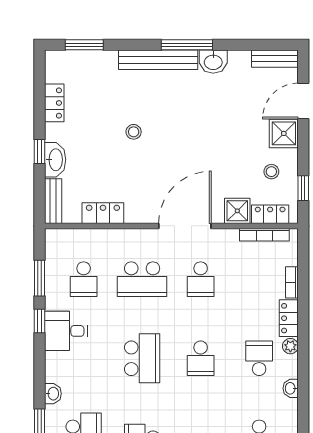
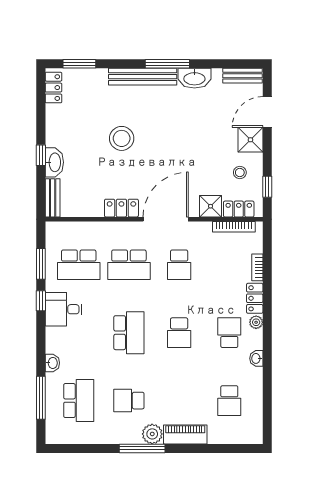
washbasin: (213, 62) -> (194, 78), width x1.38
locker: (54, 103) -> (53, 88), moved
stool: (134, 132) -> (122, 138), width x1.89, depth x1.89
locker: (103, 213) -> (121, 208), moved
school desk: (84, 279) -> (79, 265), width x1.85

